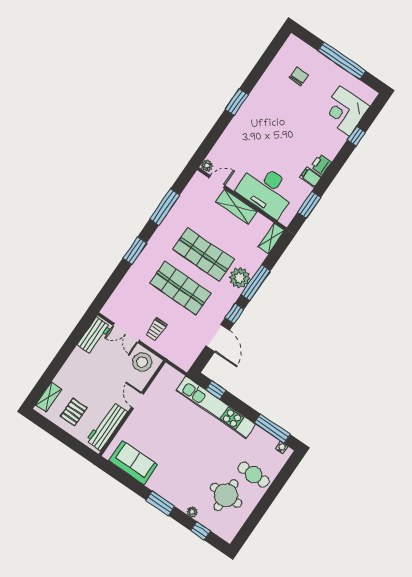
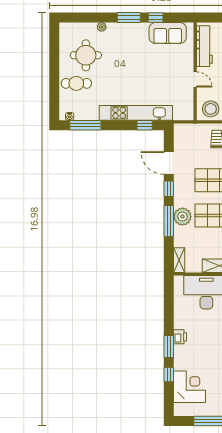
filing cabinet: (311, 177) -> (181, 323), removed
window: (309, 205) -> (169, 347), moved
window: (200, 531) -> (156, 17), moved

